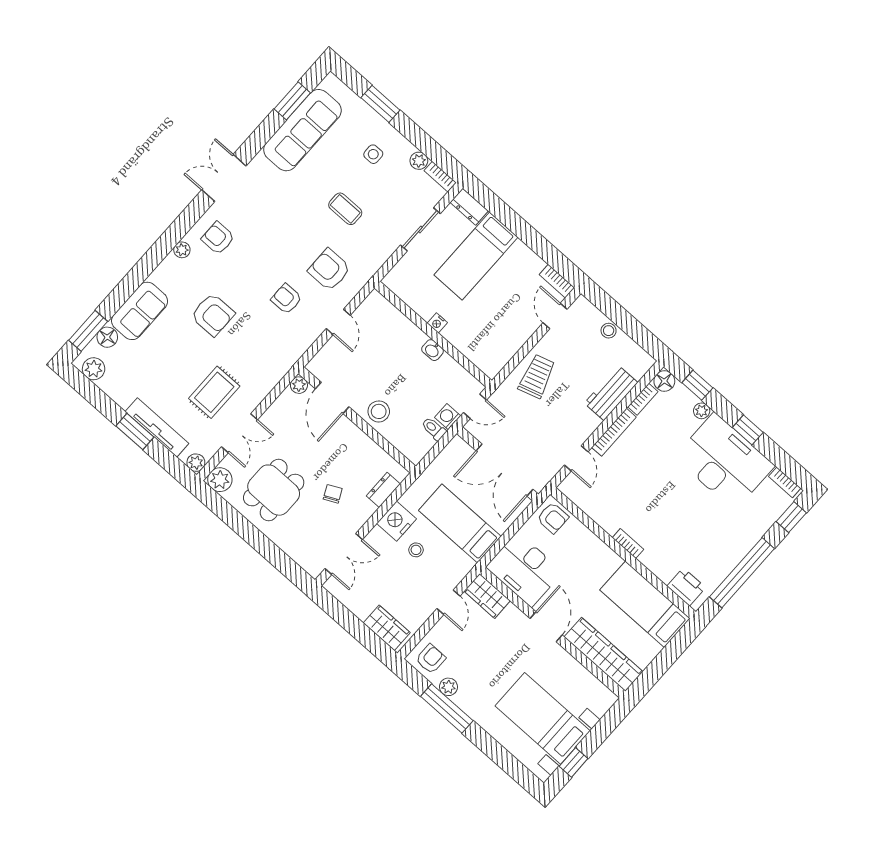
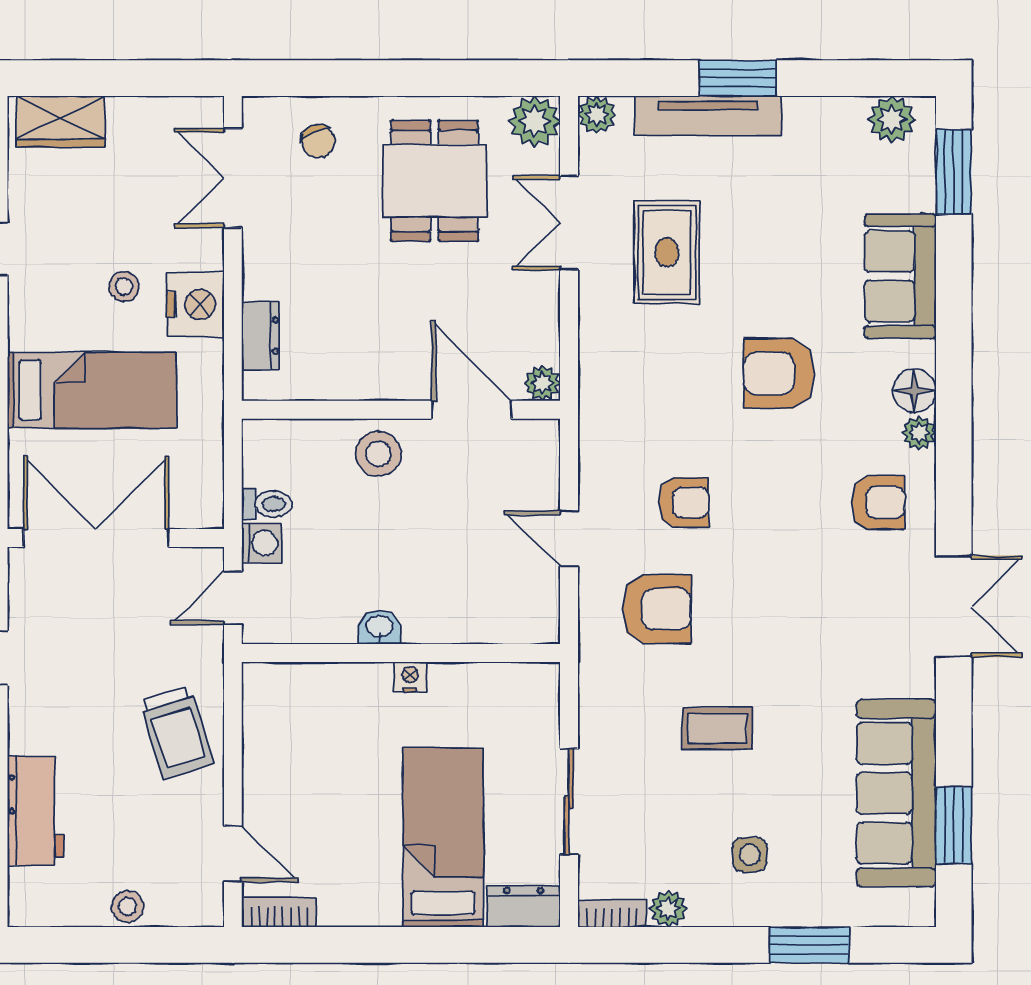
floor lamp: (107, 337) -> (914, 391), moved
chair: (333, 494) -> (318, 141), moved

